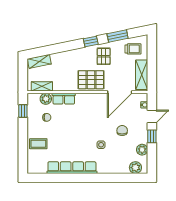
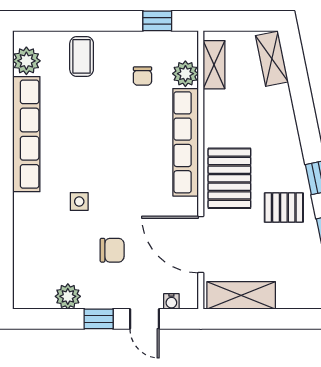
trolley: (133, 49) -> (301, 276), removed
row of seats: (64, 99) -> (186, 142), width x2.02
plant: (135, 168) -> (26, 61), moved

